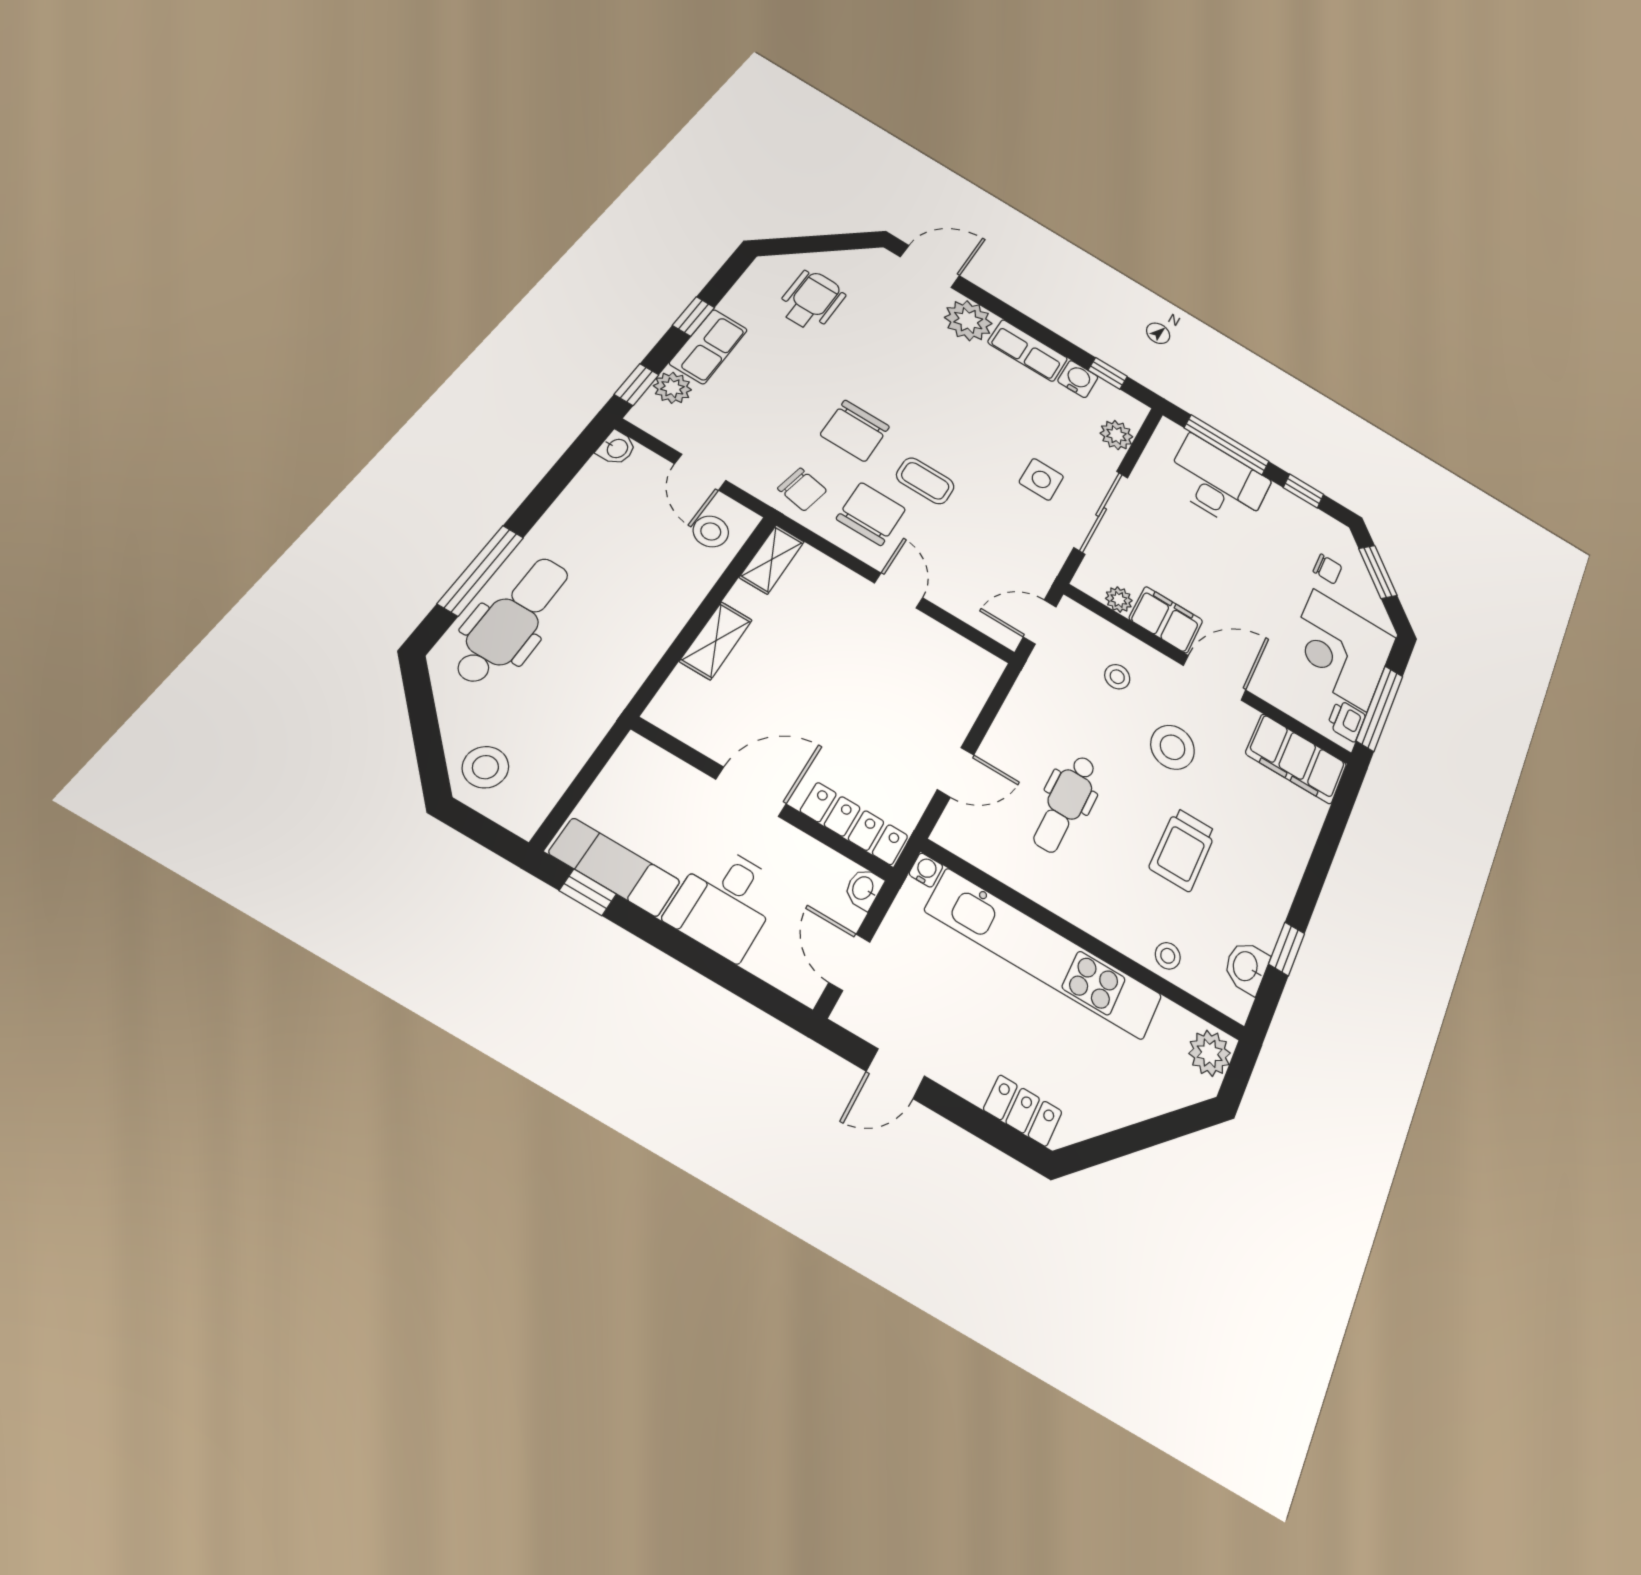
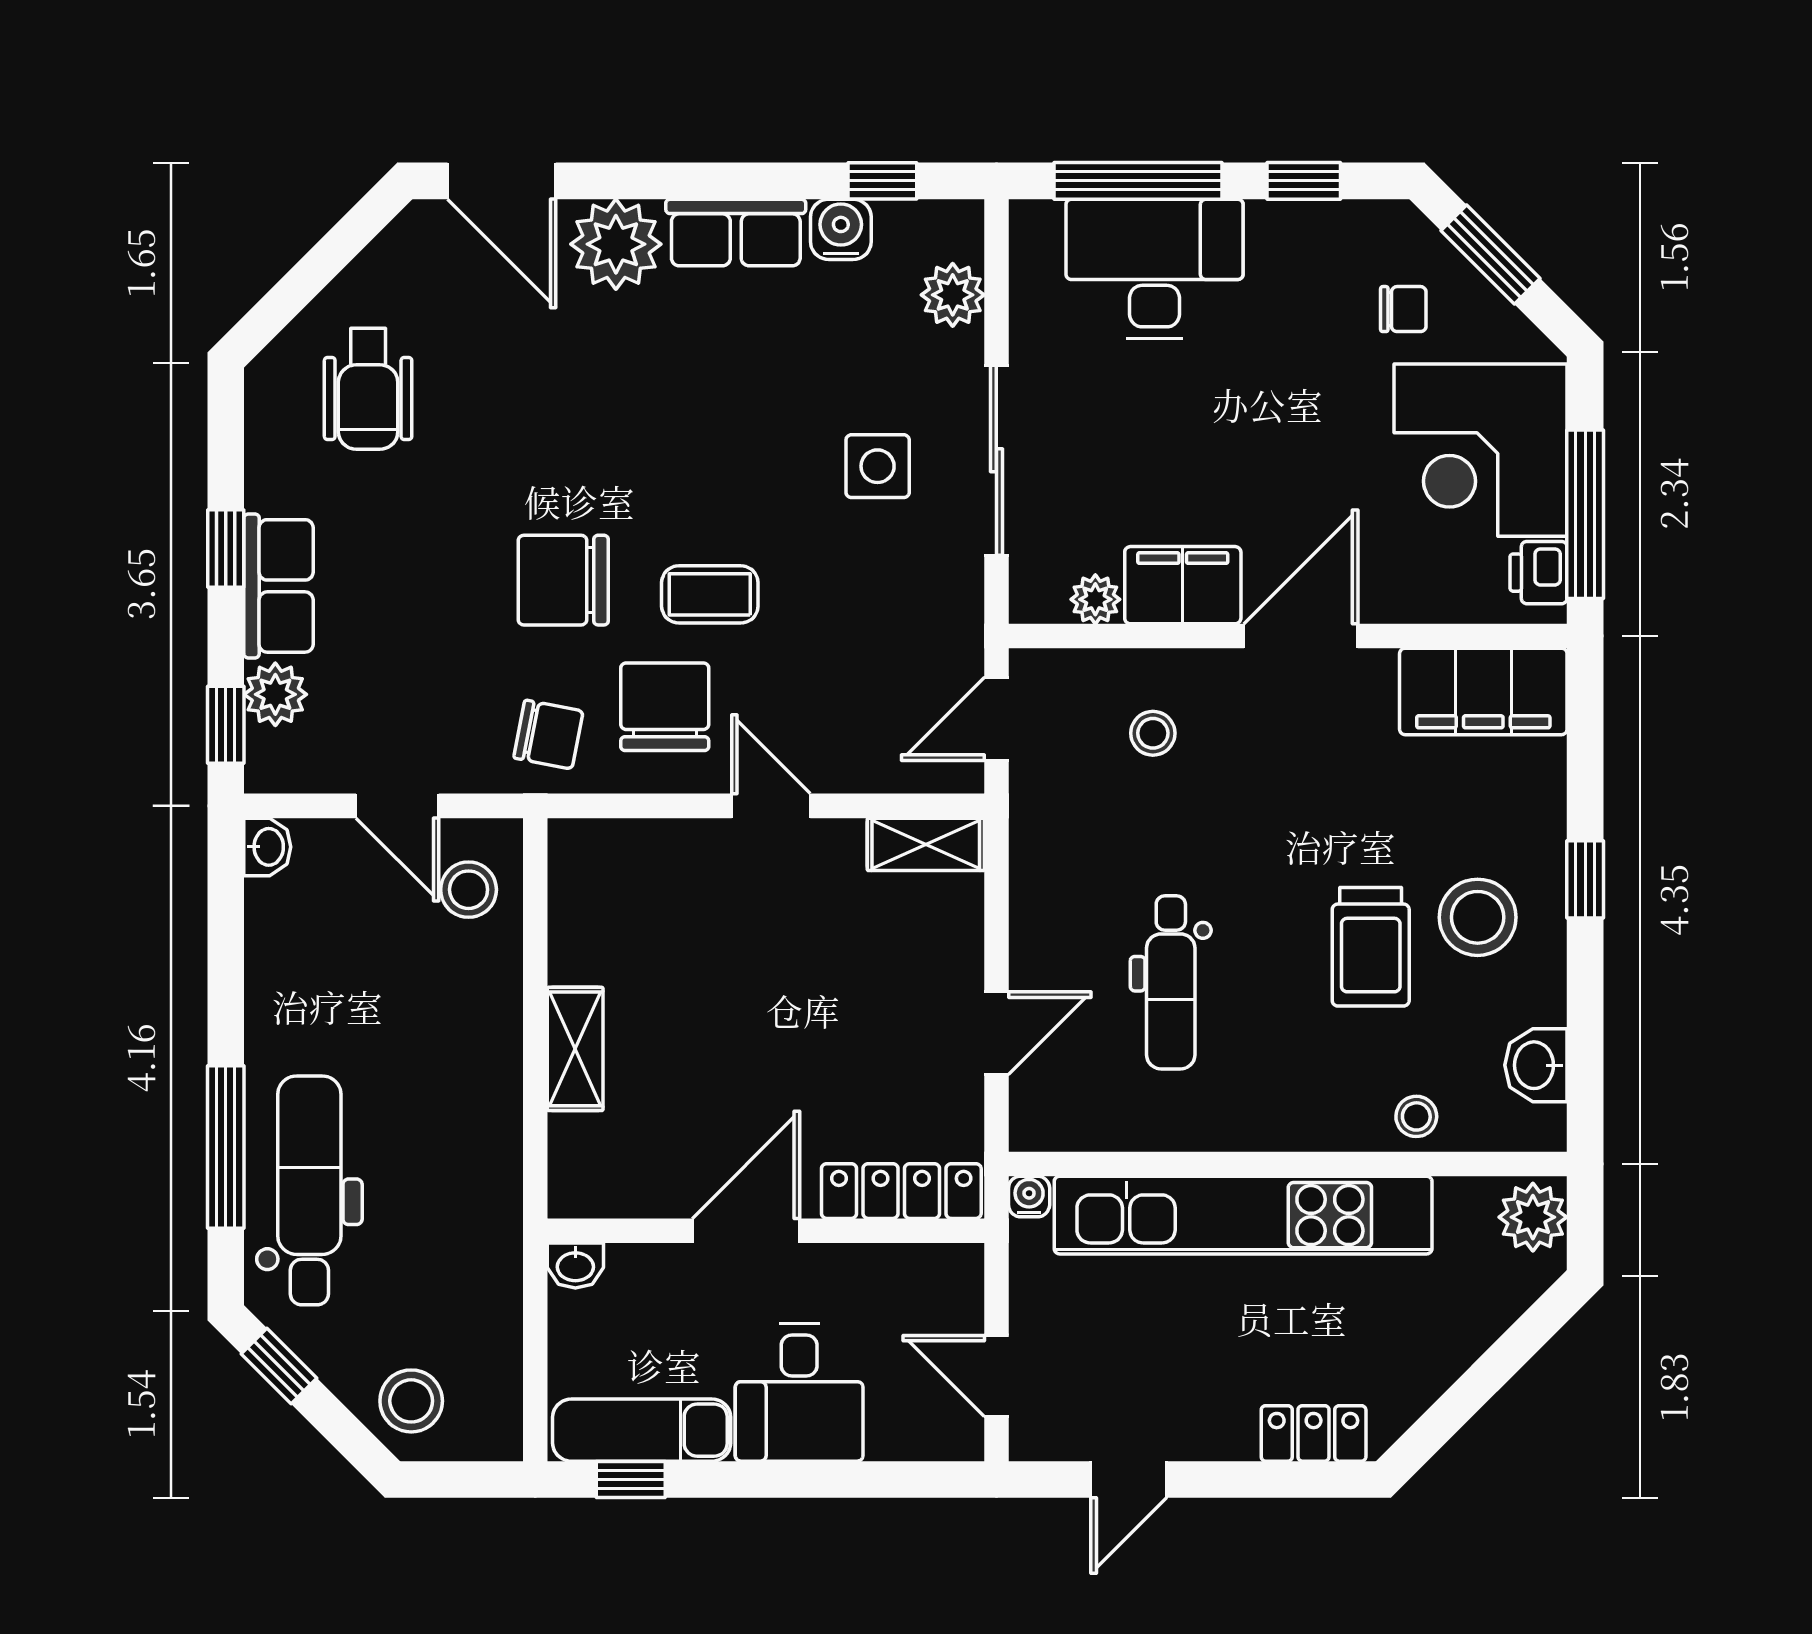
door: (930, 266) -> (502, 181), swing flipped
wheelchair: (811, 300) -> (368, 389), turned 180
chair: (855, 431) -> (563, 580), turned 90
shelving: (772, 559) -> (926, 844), moved, turned 90
window: (420, 701) -> (279, 1366), added
stool: (1173, 747) -> (1478, 917), moved
washbasin: (864, 889) -> (575, 1265), moved, turned -90
window: (1287, 949) -> (1585, 879), moved

